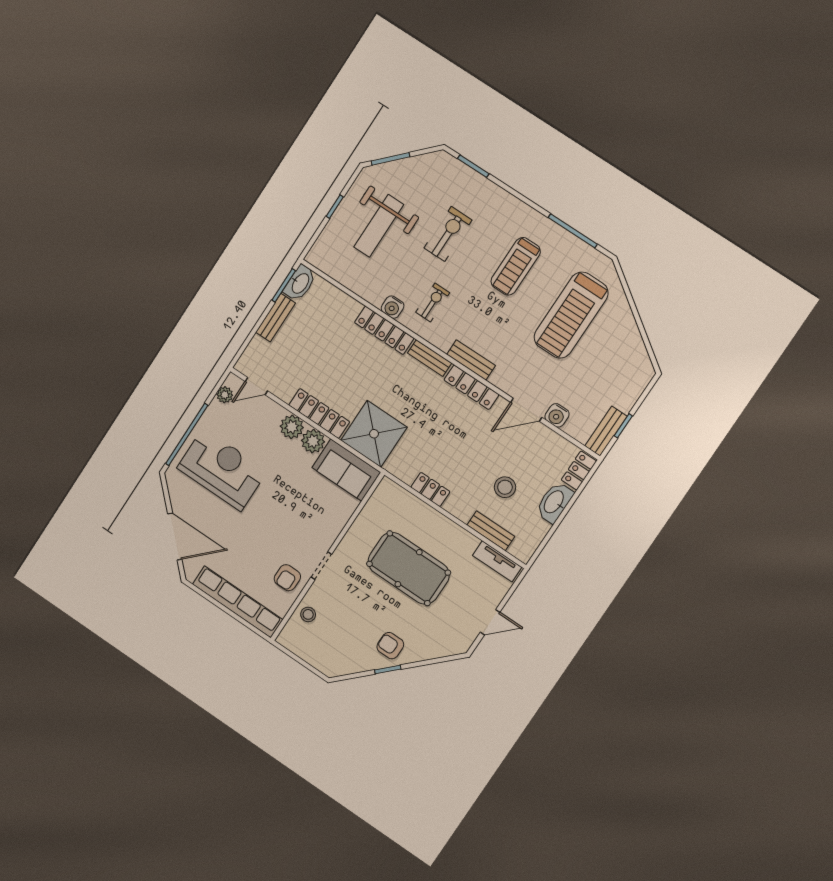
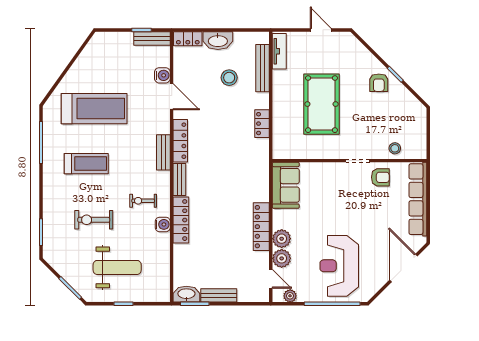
shower: (374, 434) -> (251, 183), removed
plant: (313, 441) -> (282, 258), moved
bench: (491, 531) -> (263, 68), width x1.36

